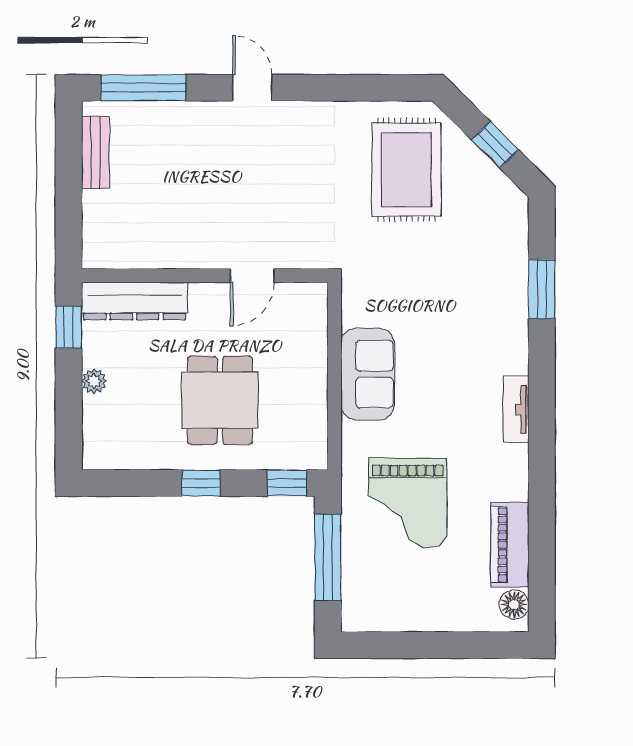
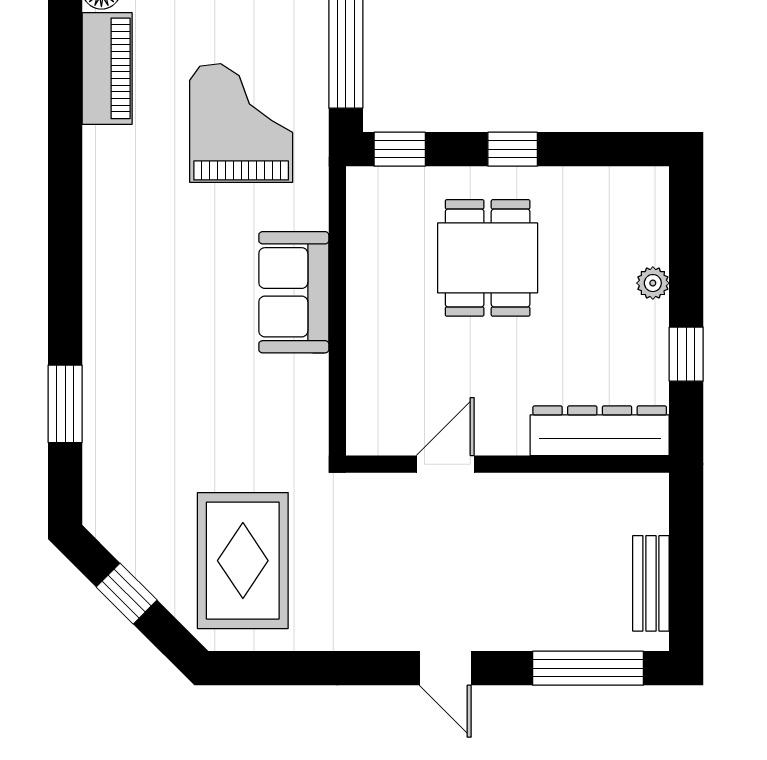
wall: (205, 276) -> (507, 464), moved
door: (252, 276) -> (445, 464), moved
dresser: (135, 301) -> (600, 431), moved
tv unit: (516, 409) -> (99, 246), removed

